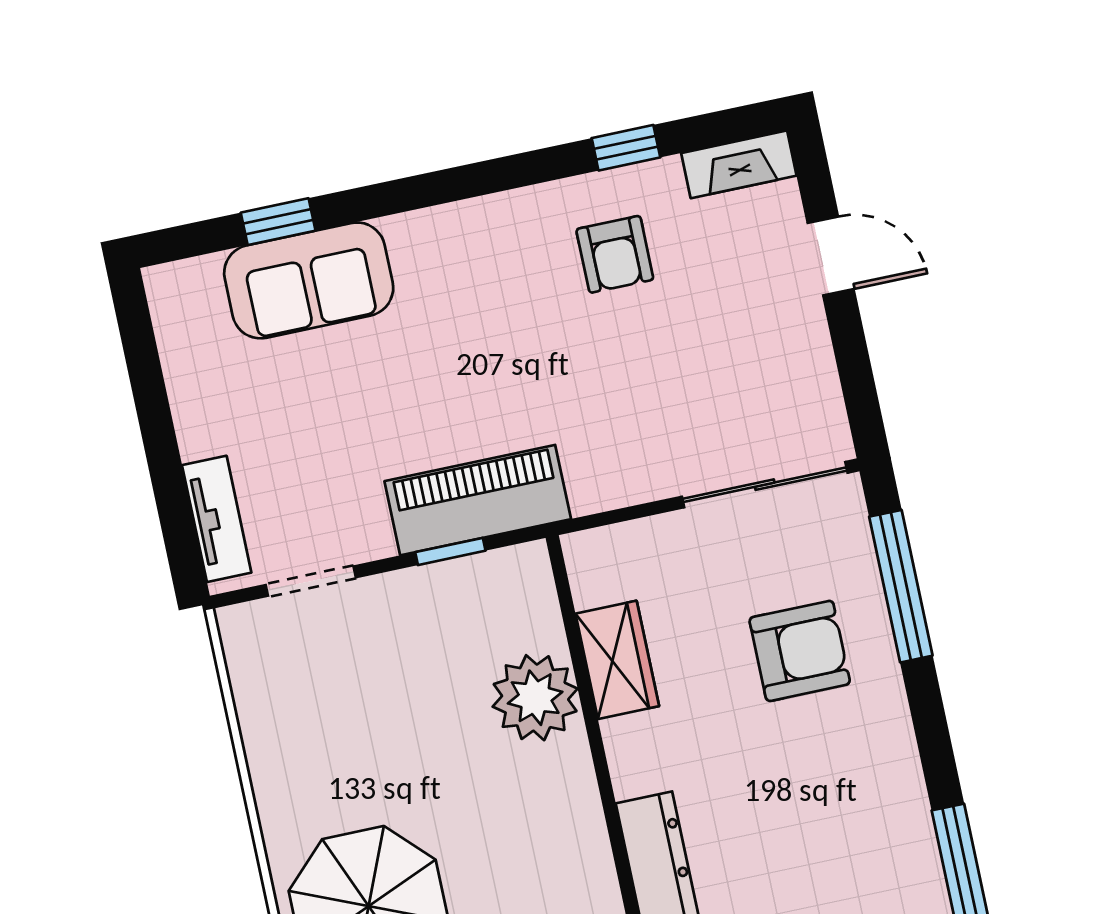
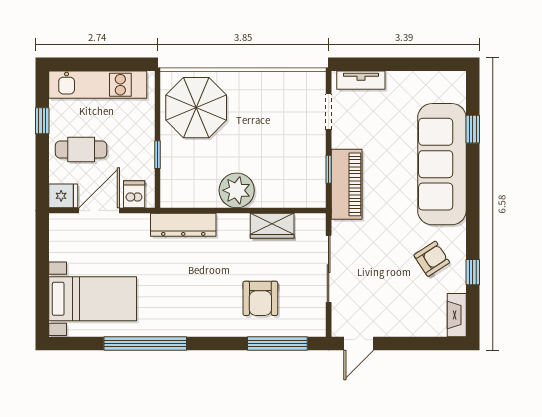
armchair: (615, 254) -> (432, 259), turned 147
door: (831, 256) -> (359, 344), moved
sofa: (309, 280) -> (442, 164), width x1.85, depth x1.27
sliding door: (765, 485) -> (329, 269), moved
plant: (535, 698) -> (237, 190), moved

